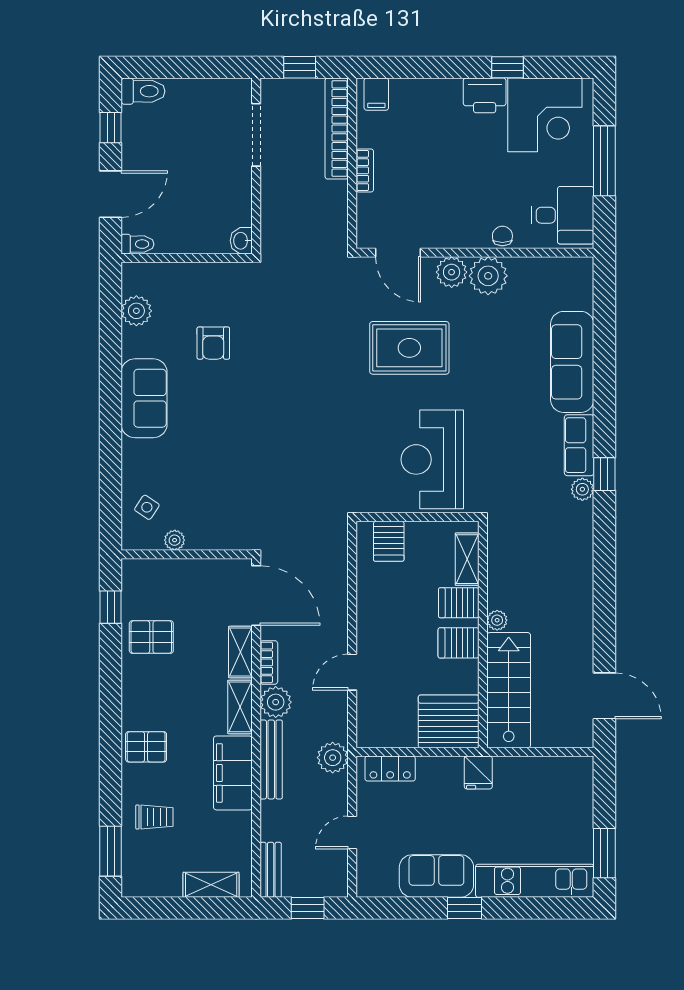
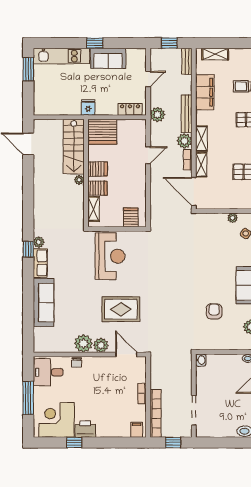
filing cabinet: (233, 773) -> (205, 92), moved

